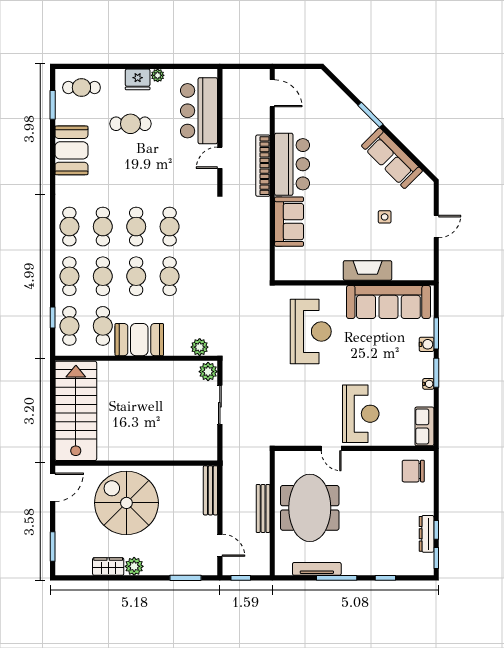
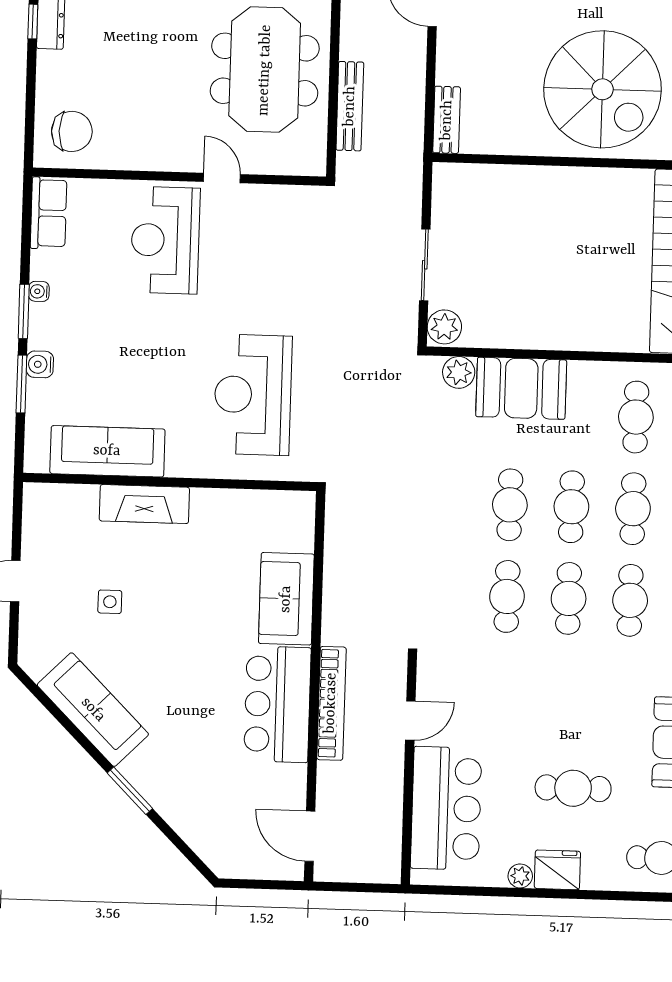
sofa: (388, 302) -> (107, 451), width x0.74, depth x0.79
booth: (139, 340) -> (521, 388), moved
bench: (210, 490) -> (447, 120), width x0.73
bench: (263, 508) -> (350, 106), moved

